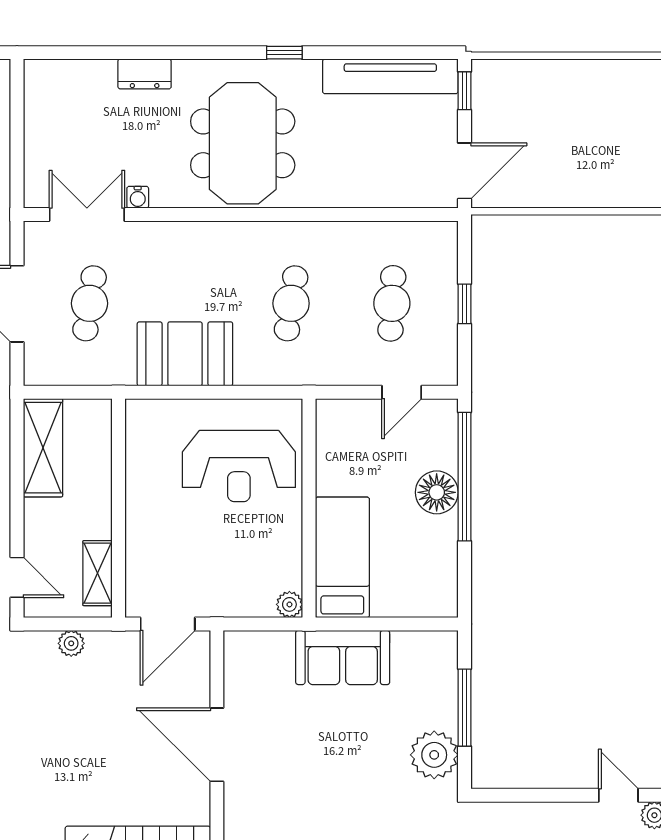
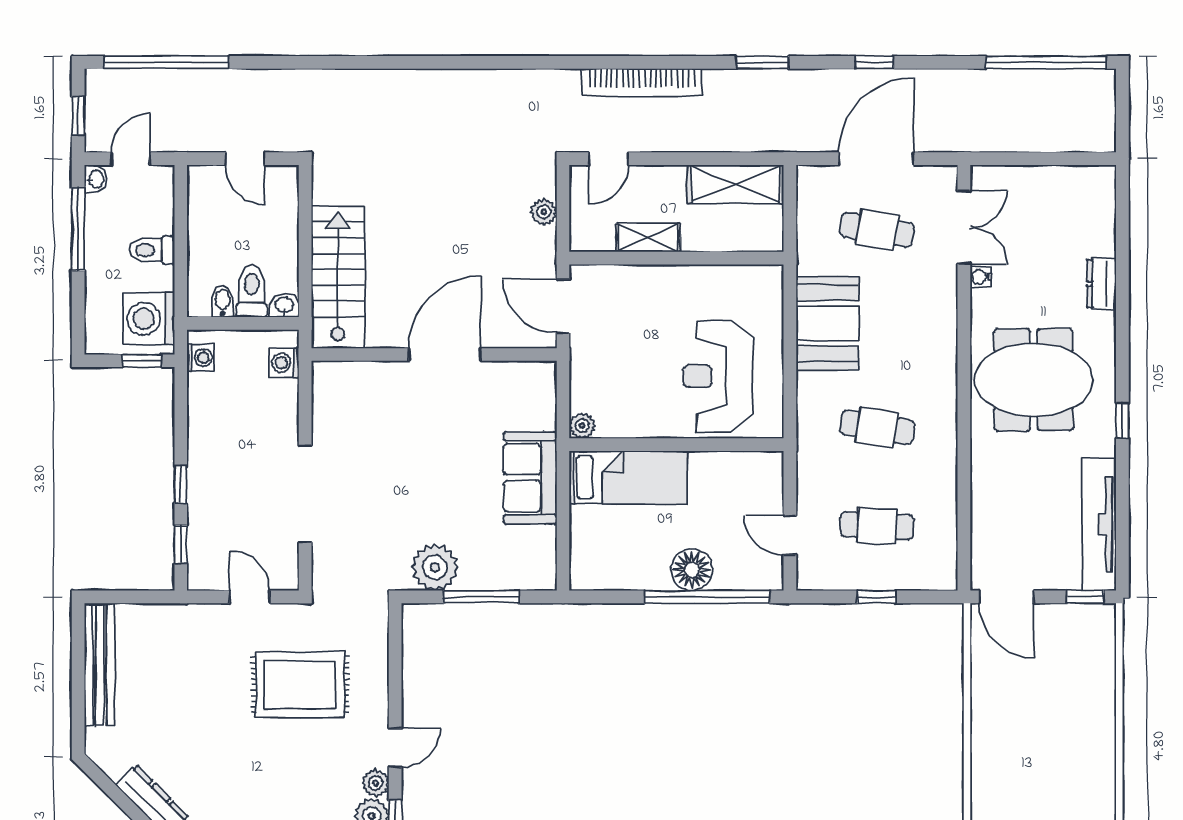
shelving: (98, 573) -> (648, 238), moved

